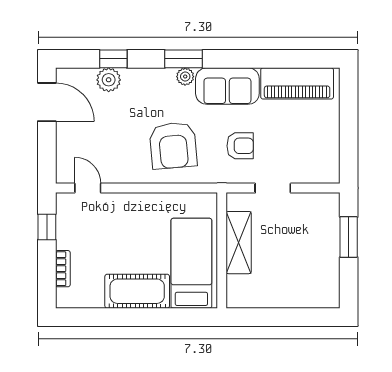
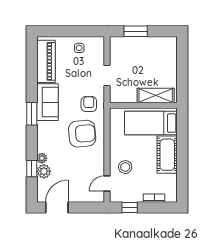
window: (184, 59) -> (32, 114), moved
plant: (185, 77) -> (42, 158), moved
side table: (320, 140) -> (79, 48), added
armchair: (240, 146) -> (89, 104), moved
stool: (116, 219) -> (125, 167), added
shelving: (239, 243) -> (156, 95), moved

